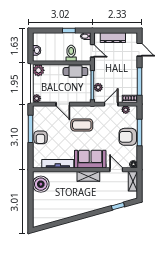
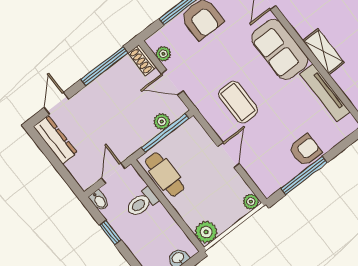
dresser: (113, 38) -> (55, 140), moved
shelving: (88, 176) -> (323, 52), moved

